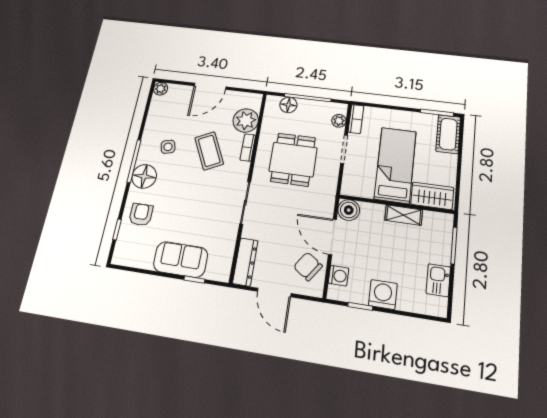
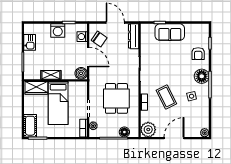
plant: (246, 121) -> (148, 130), moved

